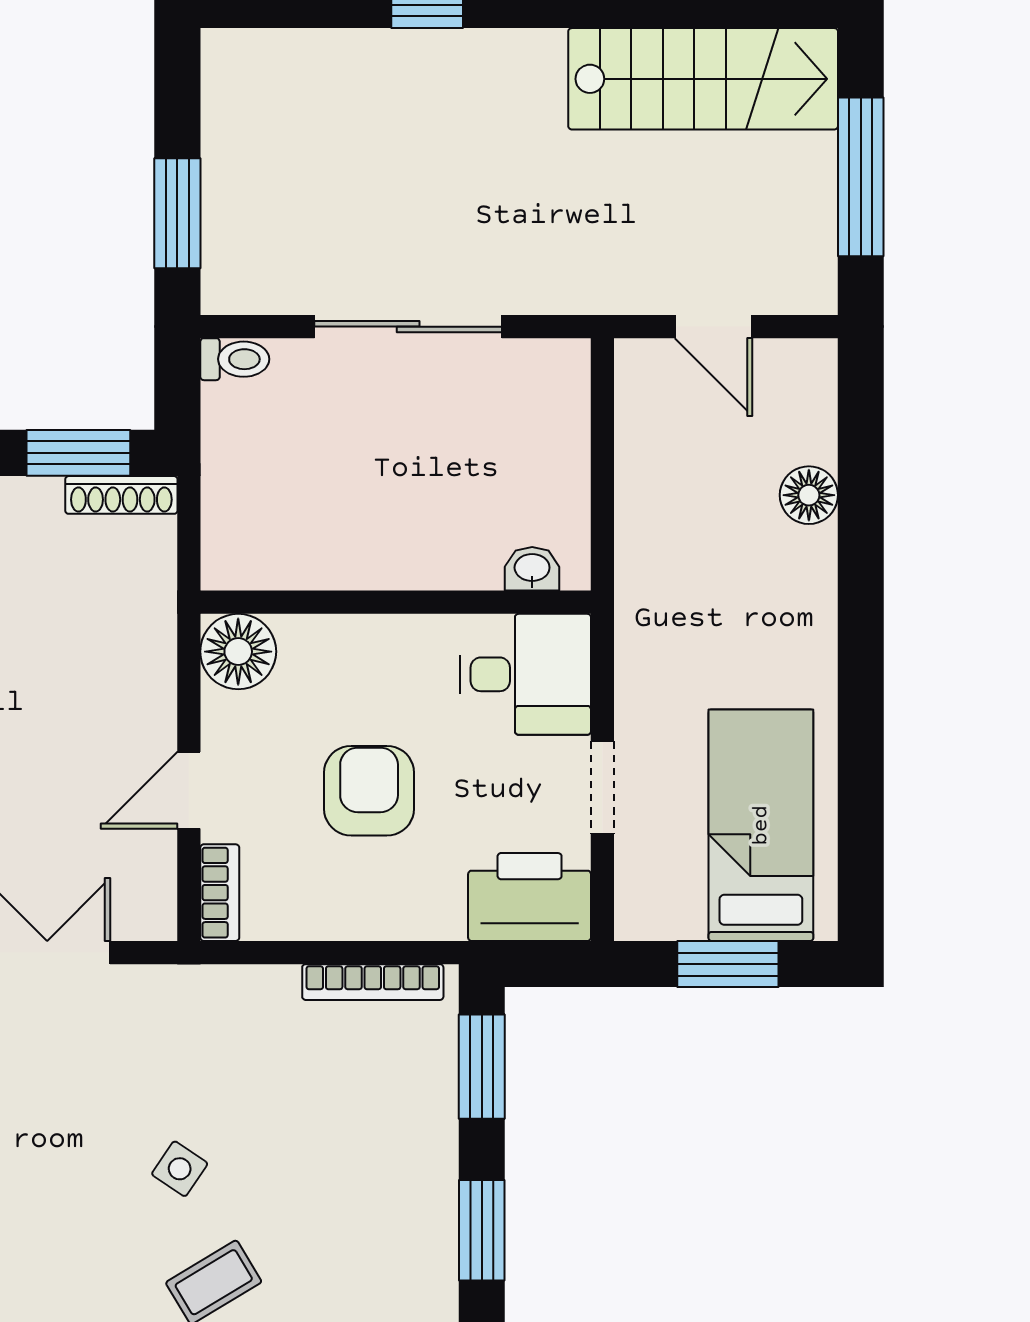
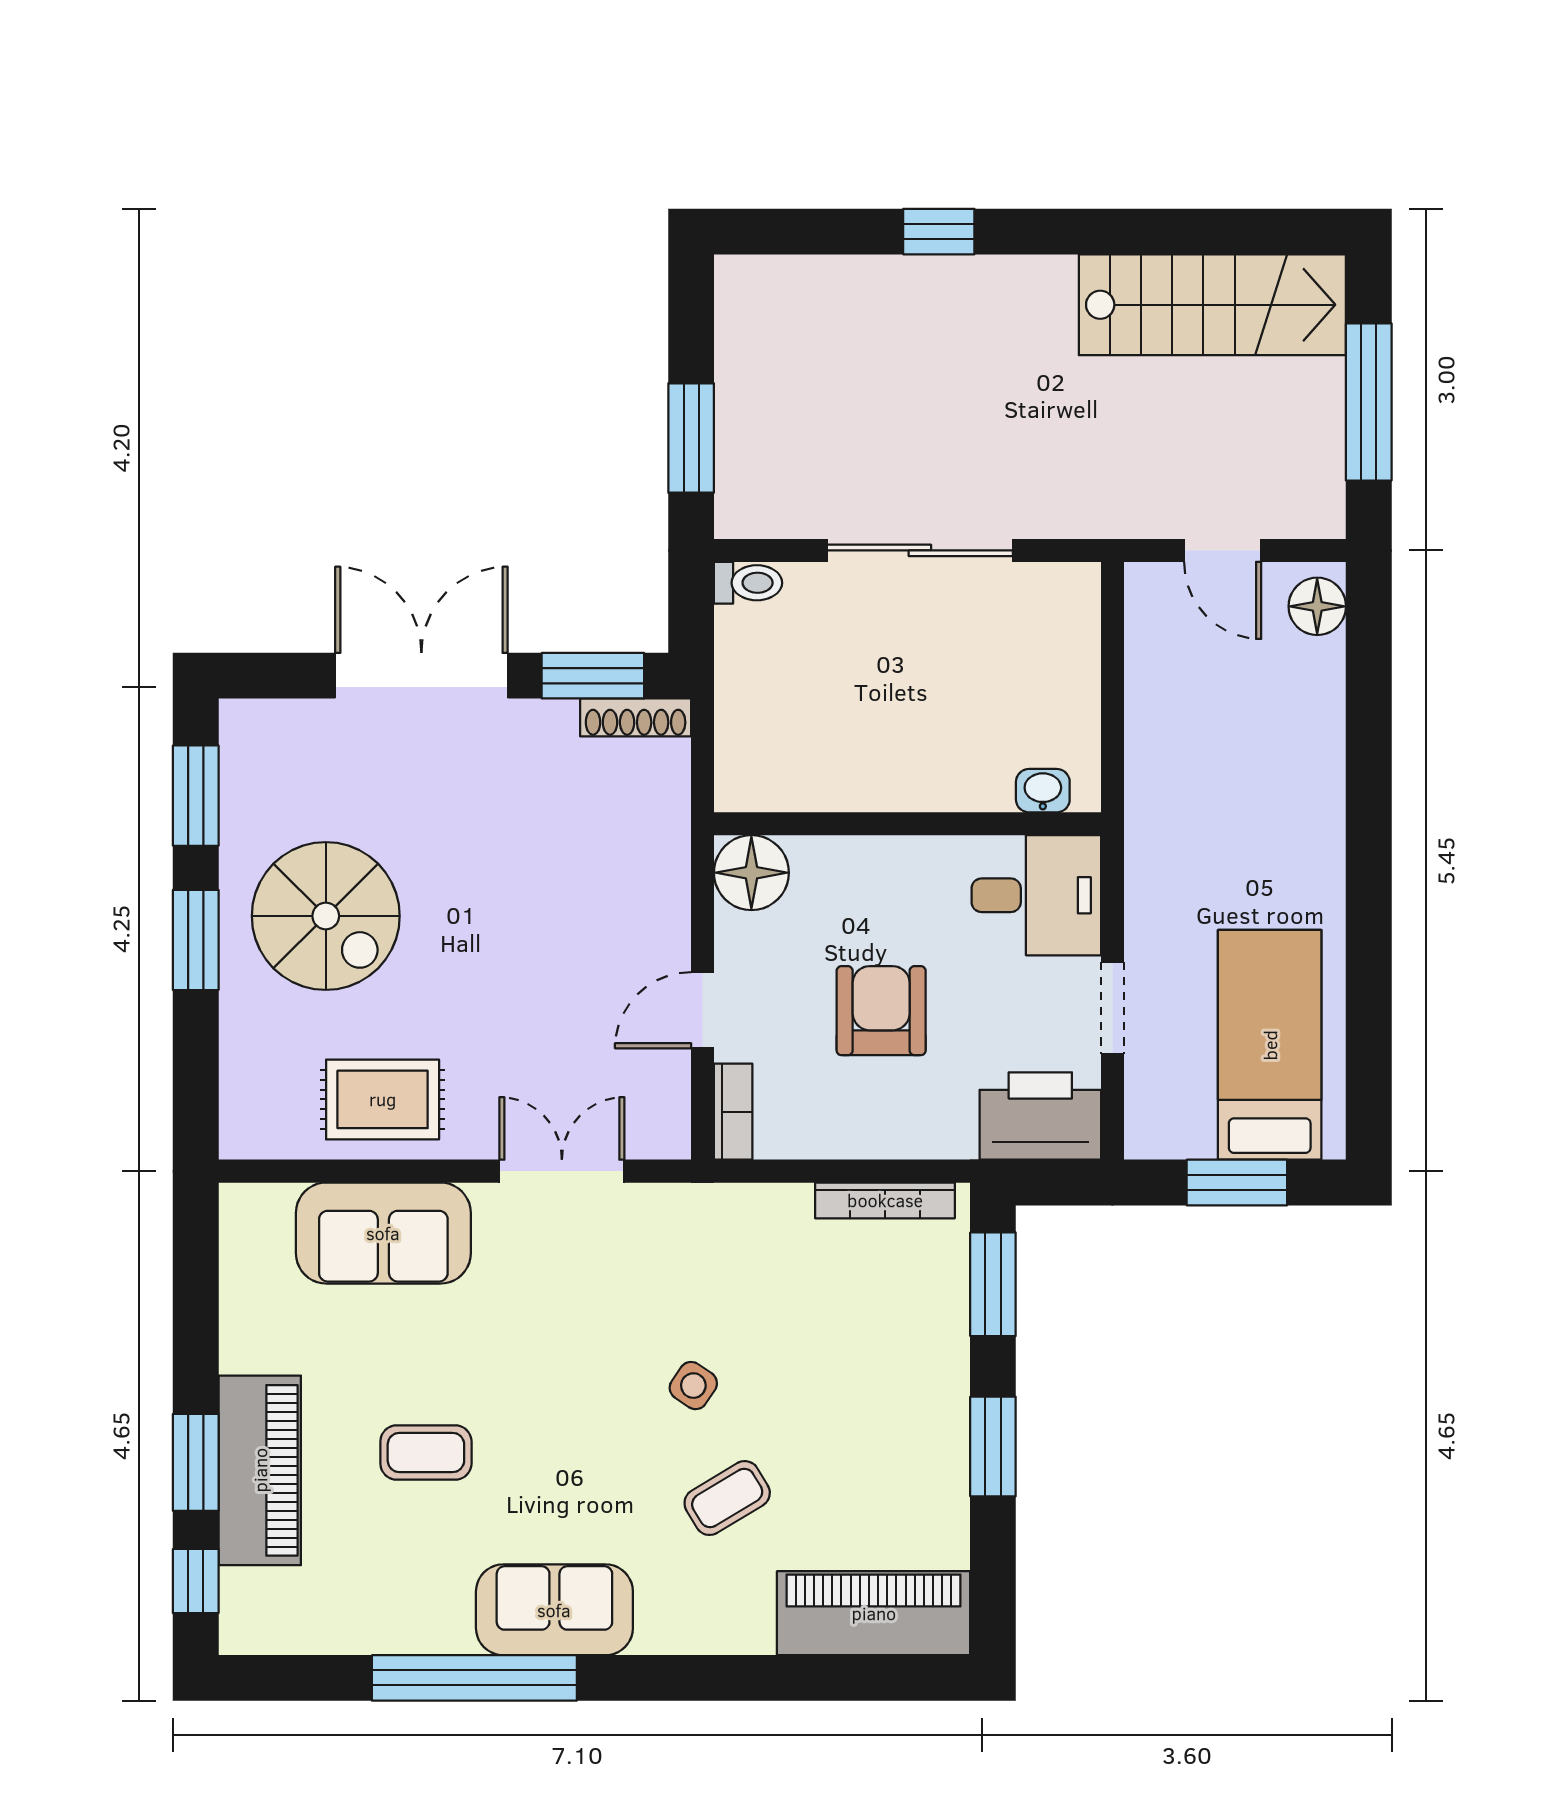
floor lamp: (809, 495) -> (1317, 606), moved

